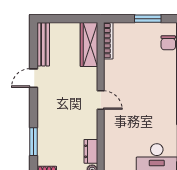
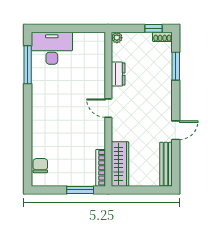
window: (148, 19) -> (80, 190), moved
dresser: (91, 151) -> (118, 74), moved

